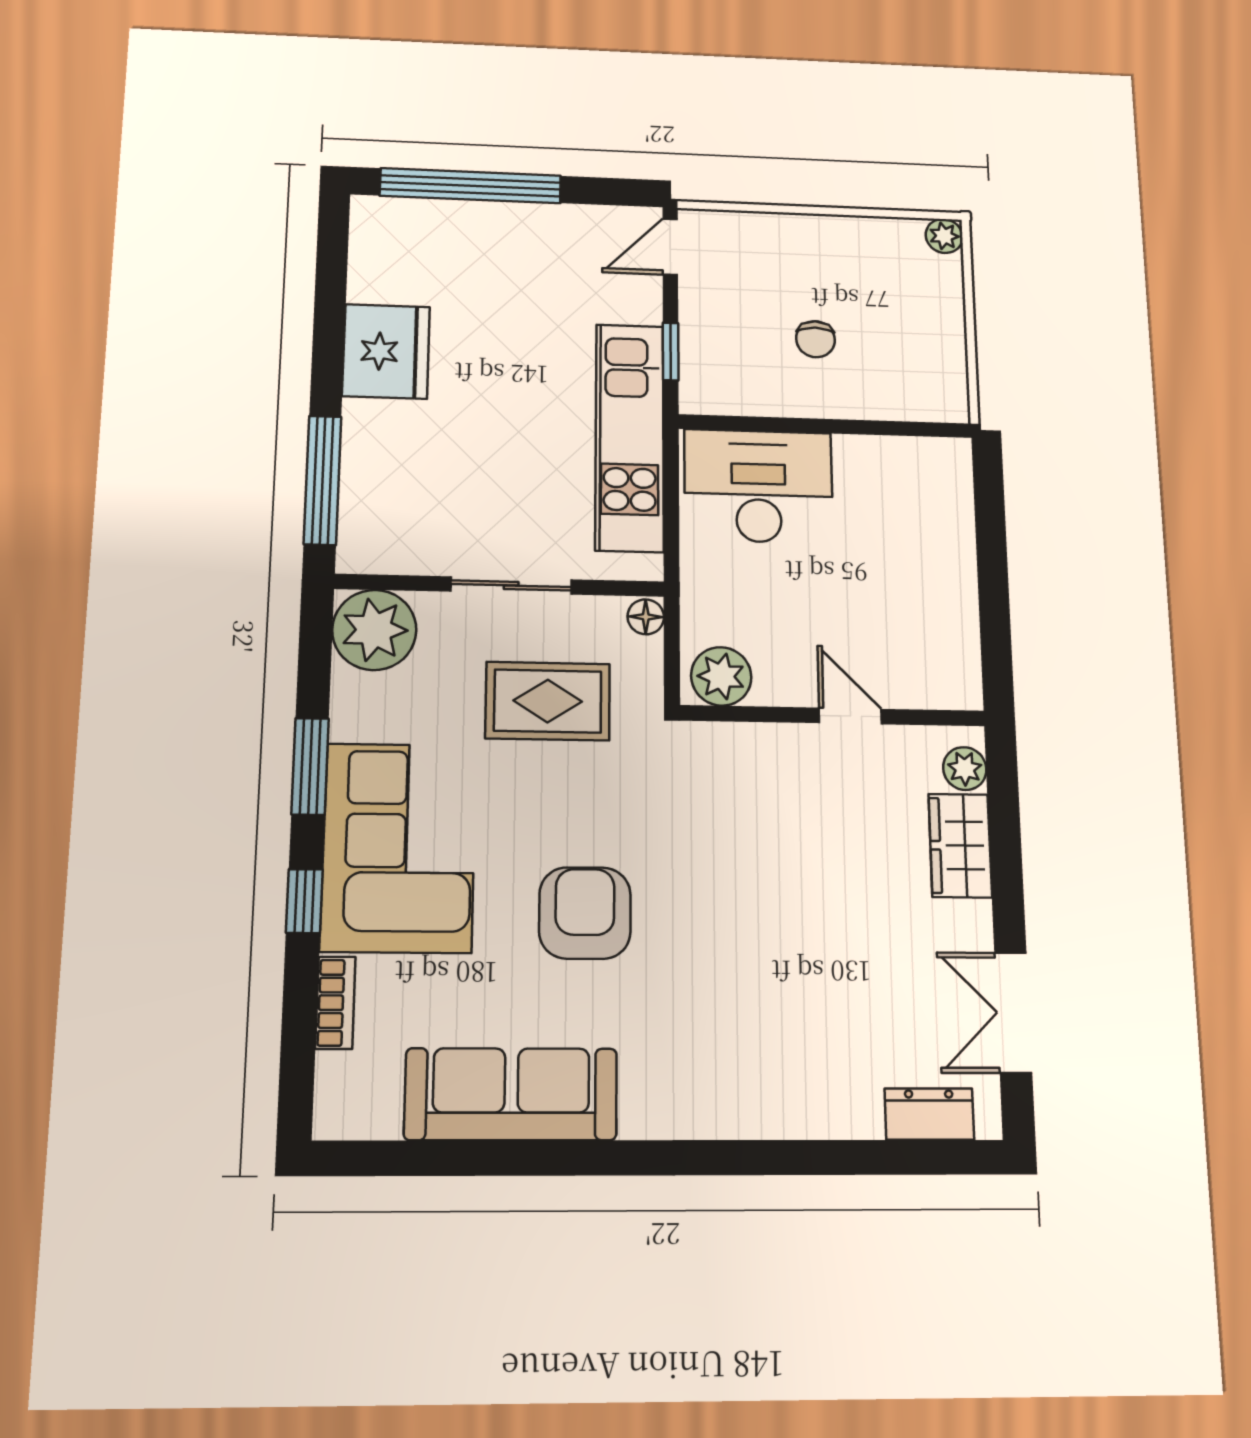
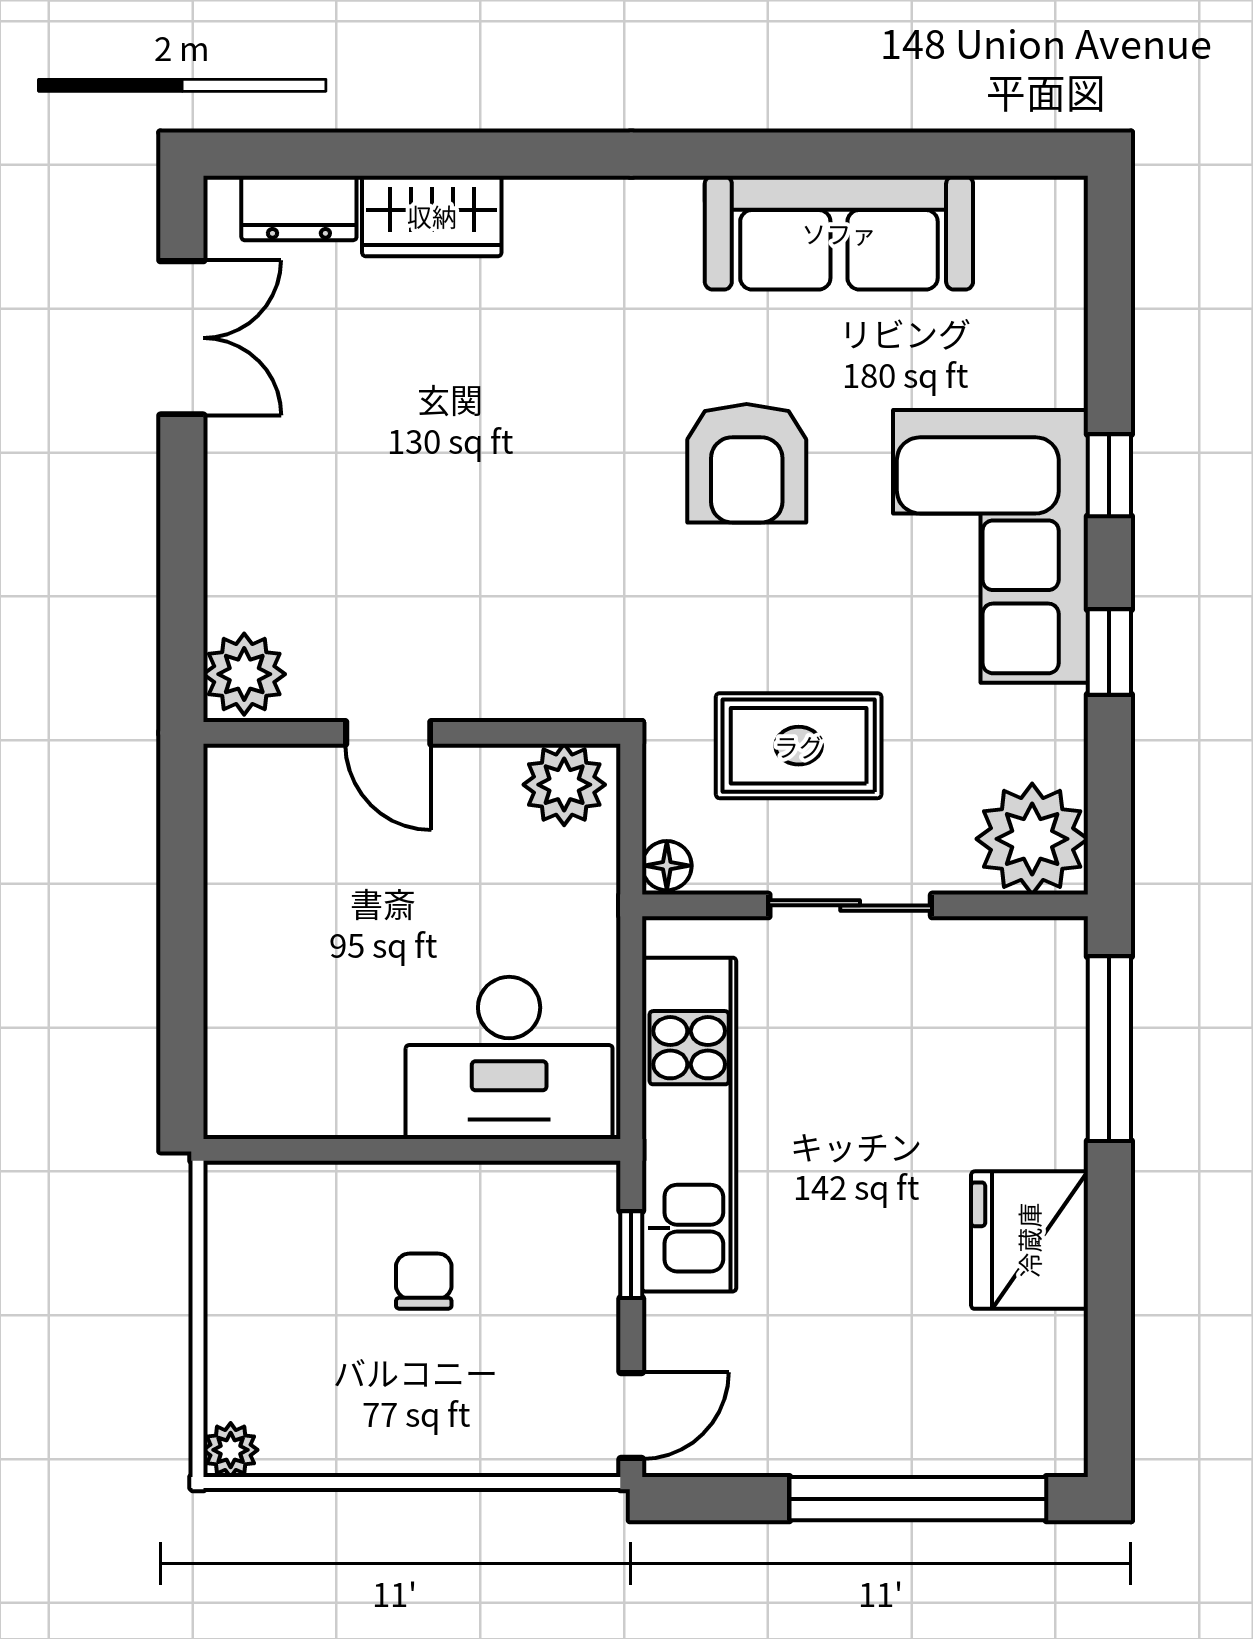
window: (310, 766) -> (1109, 652), width x0.67
plant: (965, 769) -> (244, 674), width x1.38, depth x1.38
wardrobe: (960, 846) -> (432, 216), moved, turned 90
bookcase: (335, 1003) -> (1065, 346), removed

